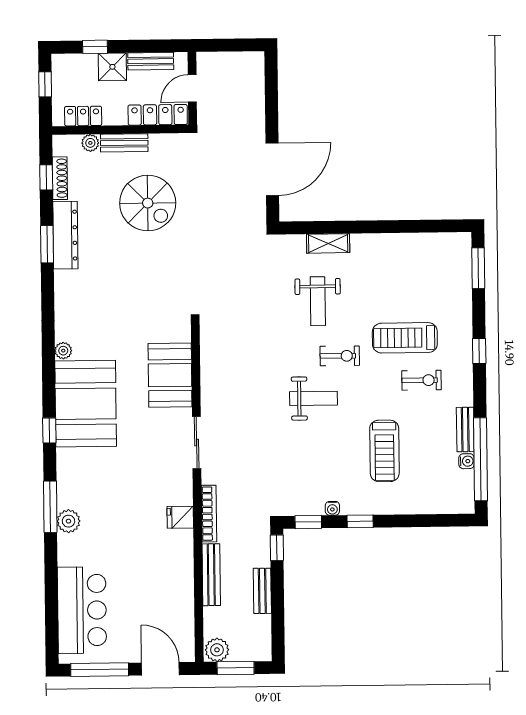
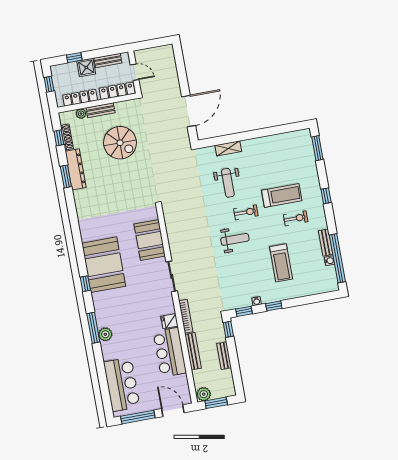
door: (192, 88) -> (135, 72), swing flipped
locker: (83, 116) -> (80, 98), width x1.53
treadmill: (405, 338) -> (282, 195), turned 180
plant: (63, 351) -> (86, 236), removed
bar counter: (172, 570) -> (170, 352), added

